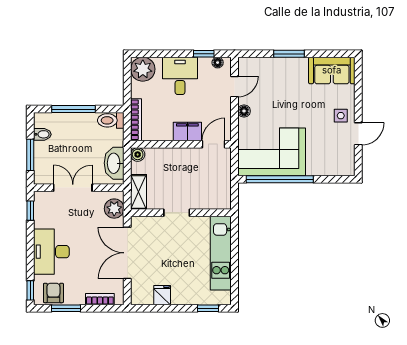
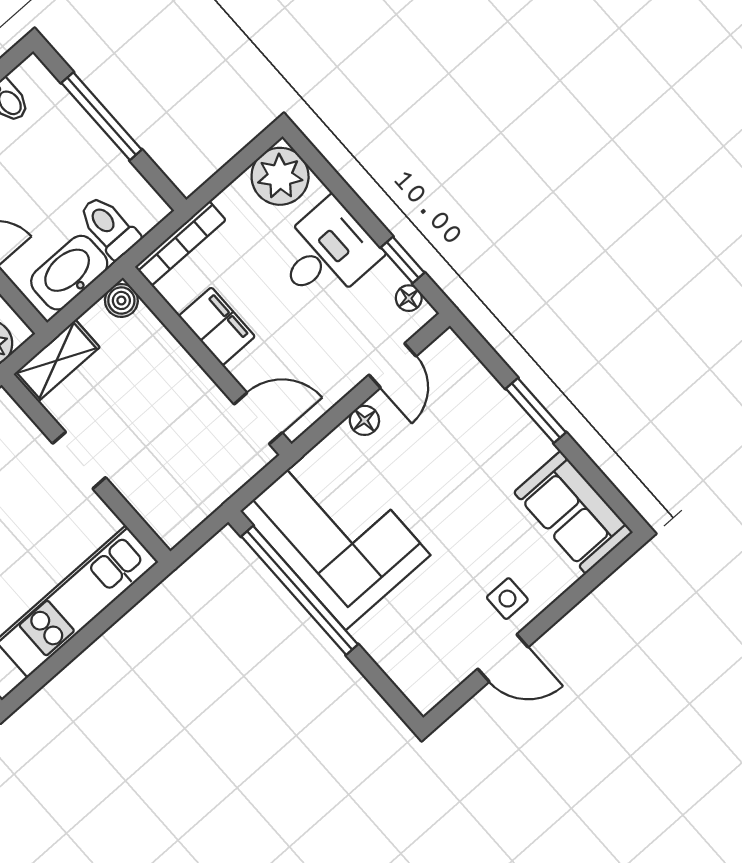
door: (234, 87) -> (393, 365), hinge flipped
toilet: (111, 120) -> (109, 227), moved
filing cabinet: (187, 131) -> (217, 326), moved

